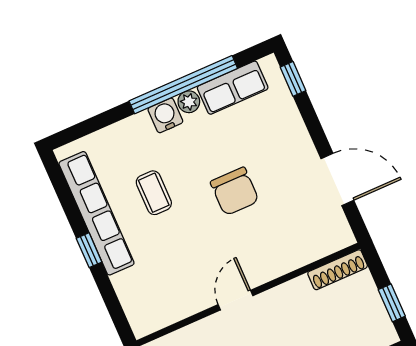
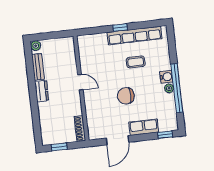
row of seats: (233, 88) -> (144, 127), moved, turned 90

